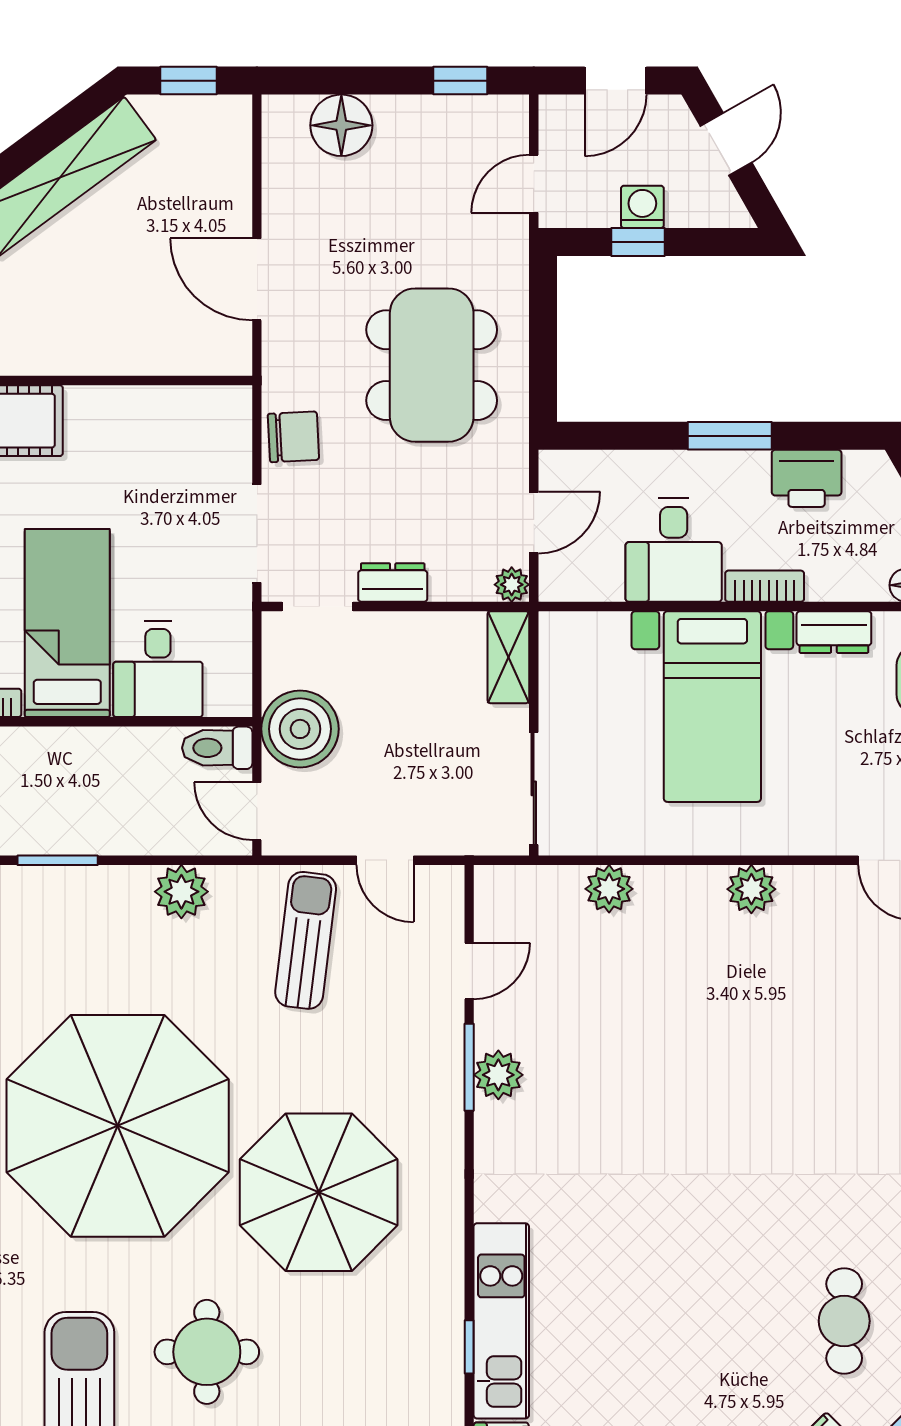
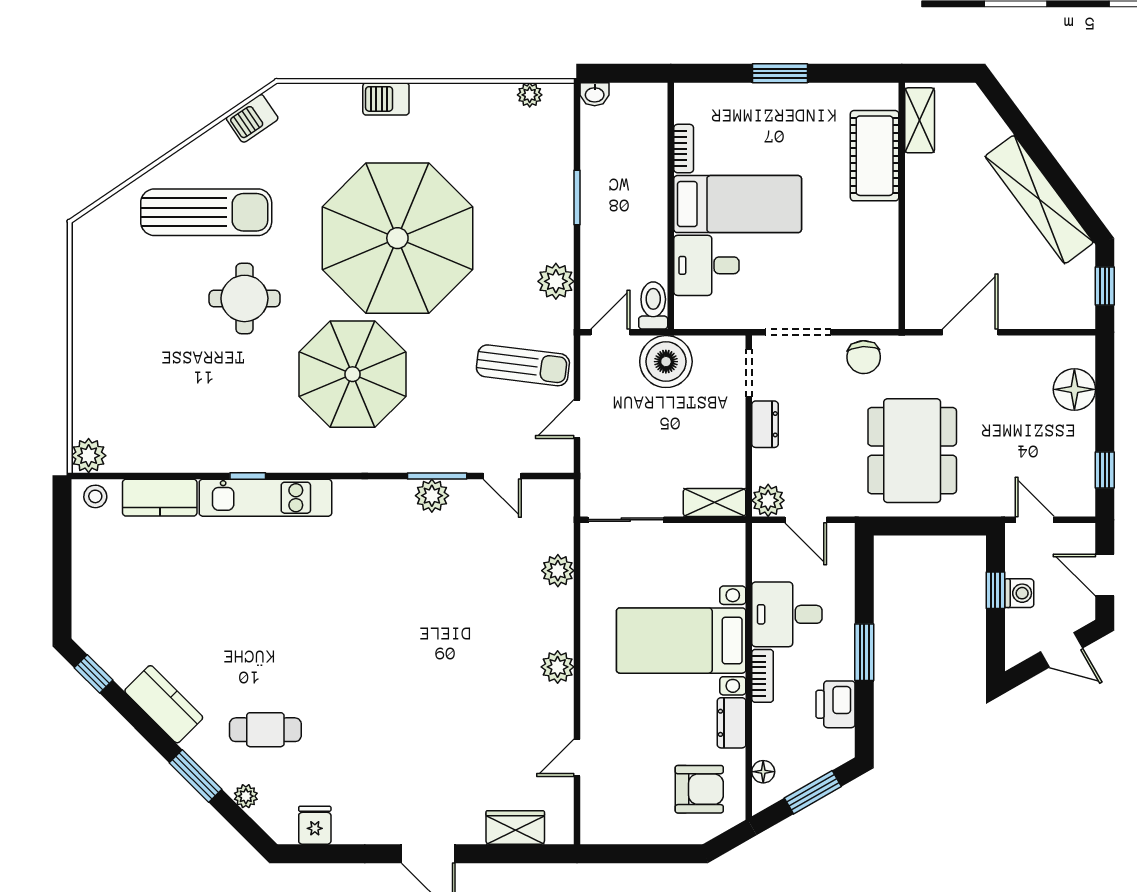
dining table: (432, 365) -> (912, 451), turned 90
plant: (512, 585) -> (768, 500), width x1.38, depth x1.38

